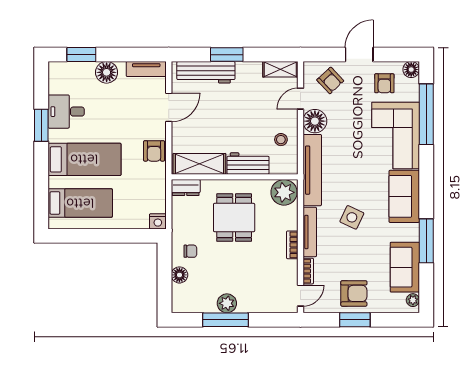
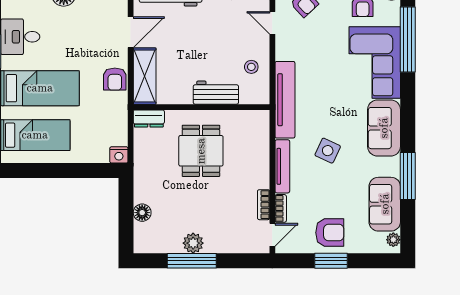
door: (300, 99) -> (272, 23), hinge flipped
floor lamp: (315, 121) -> (288, 47), removed
shelving: (199, 164) -> (145, 76), moved, turned 90
plant: (284, 192) -> (255, 124), removed
bookcase: (292, 245) -> (264, 205), moved
chair: (190, 251) -> (154, 187), removed

